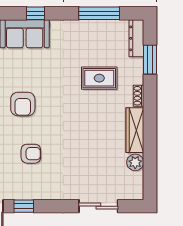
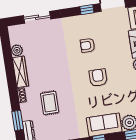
rug: (99, 78) -> (50, 103), turned 90

